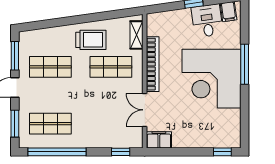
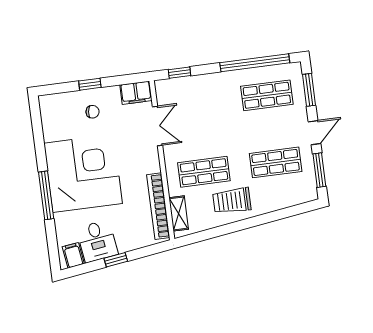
bookcase: (153, 64) -> (158, 206), moved
chair: (197, 129) -> (92, 112), added
window: (222, 152) -> (90, 84), moved

